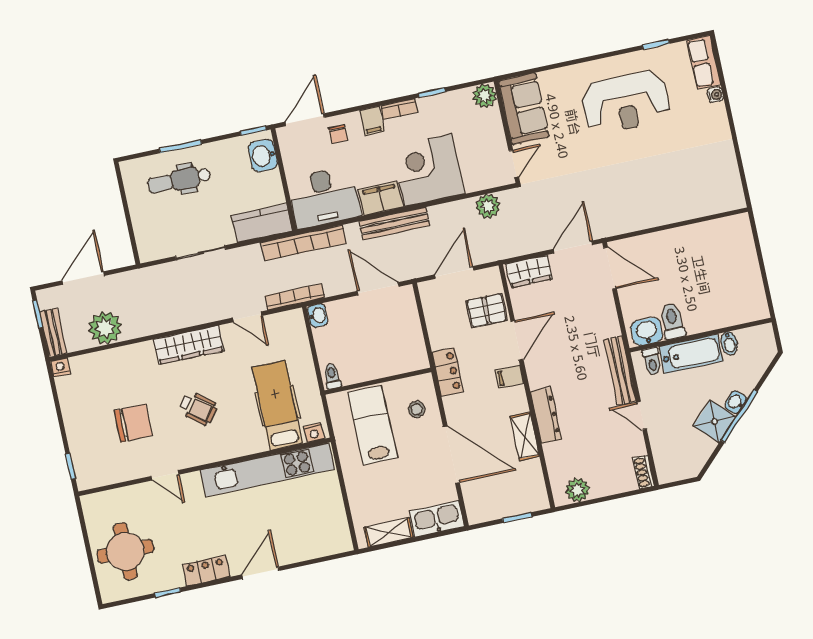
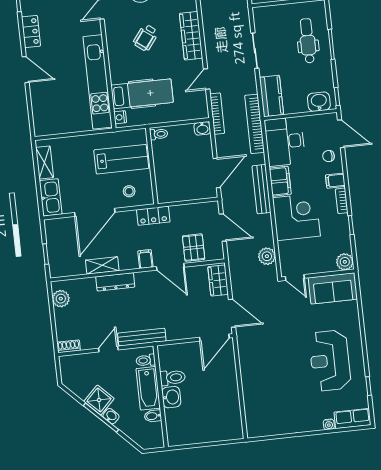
washbasin: (647, 332) -> (171, 397), moved

